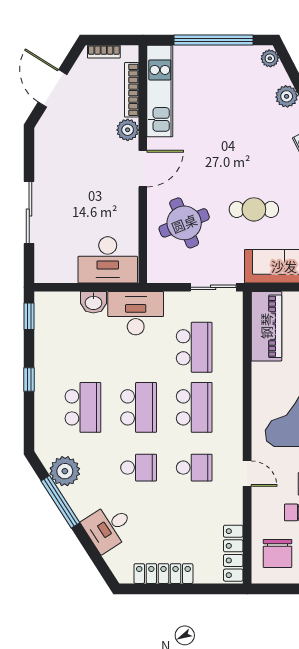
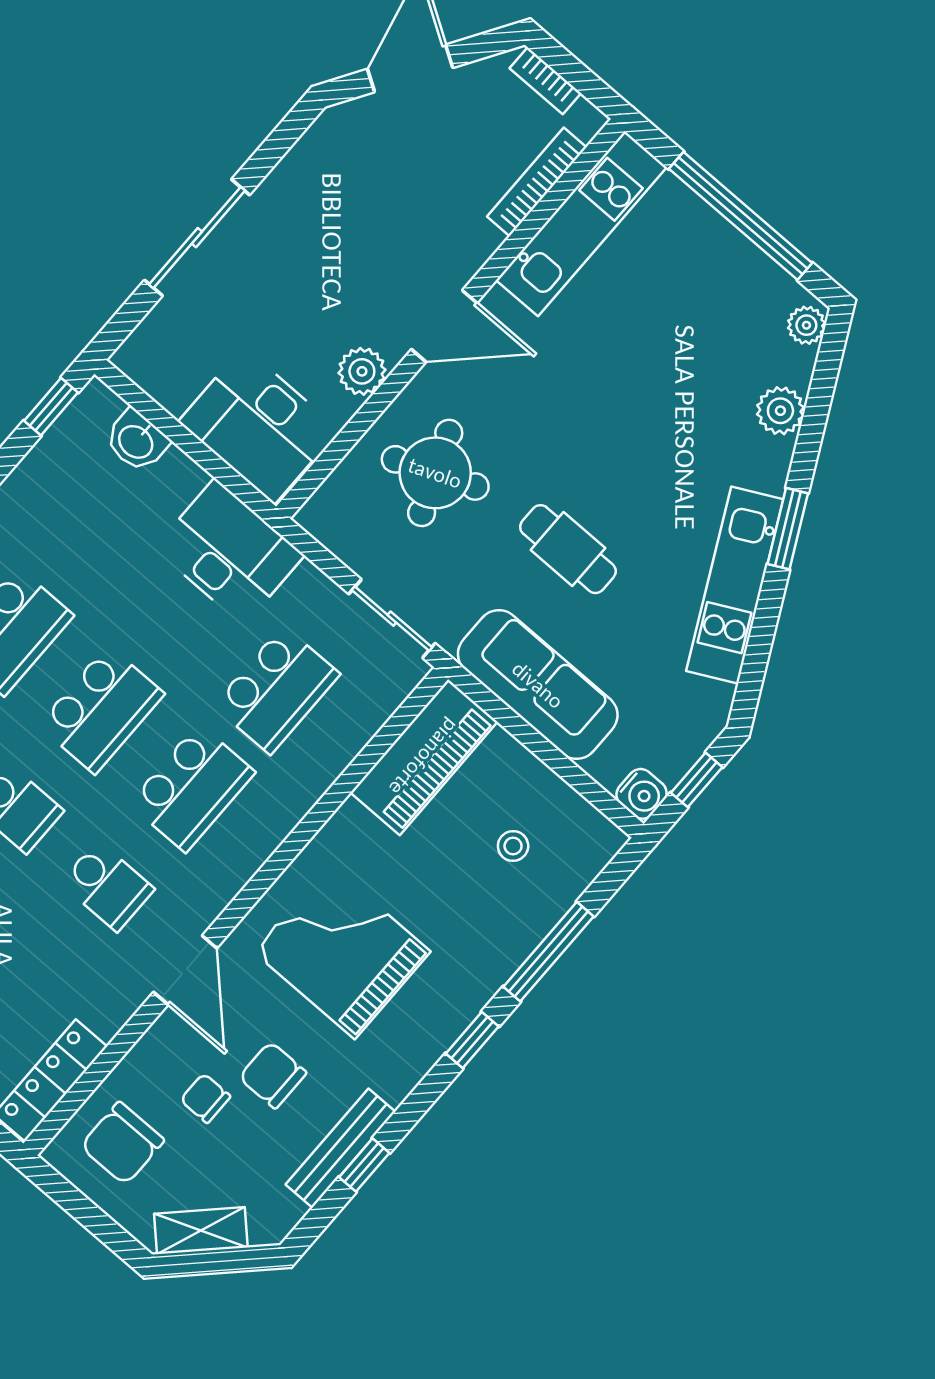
plant: (128, 130) -> (362, 371), moved
washbasin: (93, 302) -> (137, 441), moved
door: (247, 474) -> (185, 970), width x1.38

